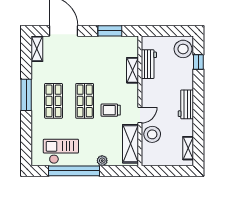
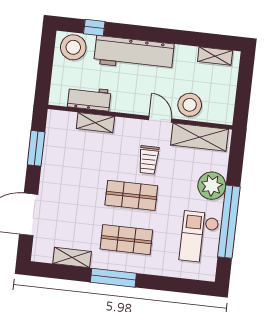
shelving: (37, 49) -> (72, 258), moved
workbench: (186, 104) -> (134, 54), width x1.88, depth x1.32
plant: (102, 161) -> (212, 186), width x1.87, depth x1.87

